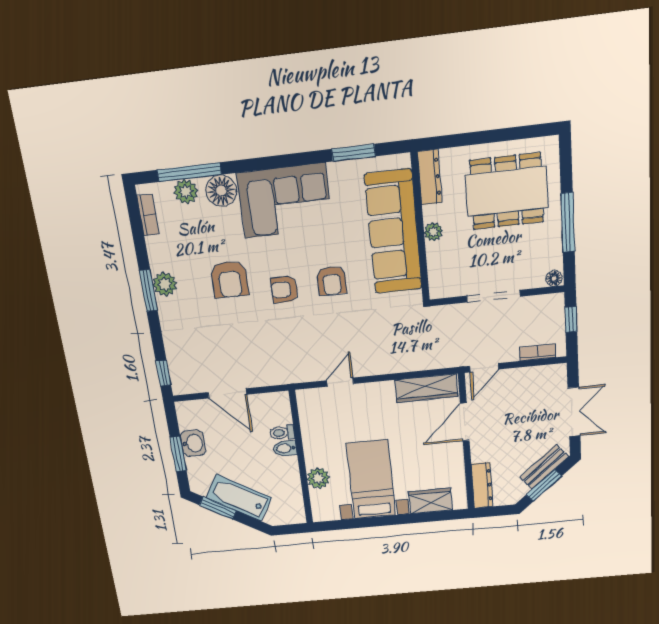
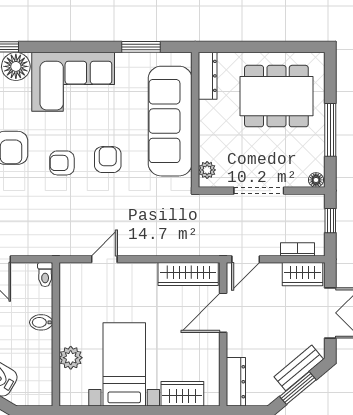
plant: (433, 232) -> (207, 170), moved
armchair: (332, 281) -> (108, 160), turned 180
wardrobe: (544, 377) -> (302, 274), added
toilet: (282, 433) -> (45, 275), moved, turned -90

